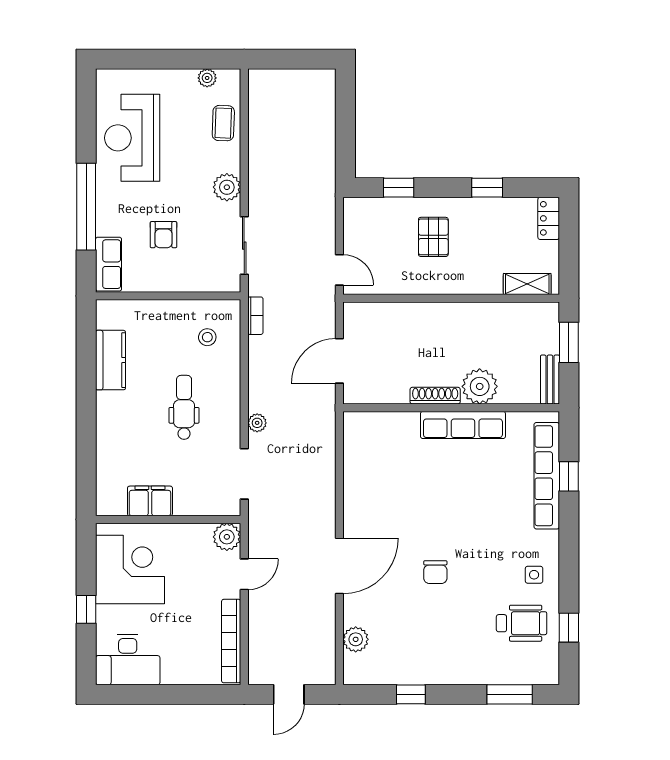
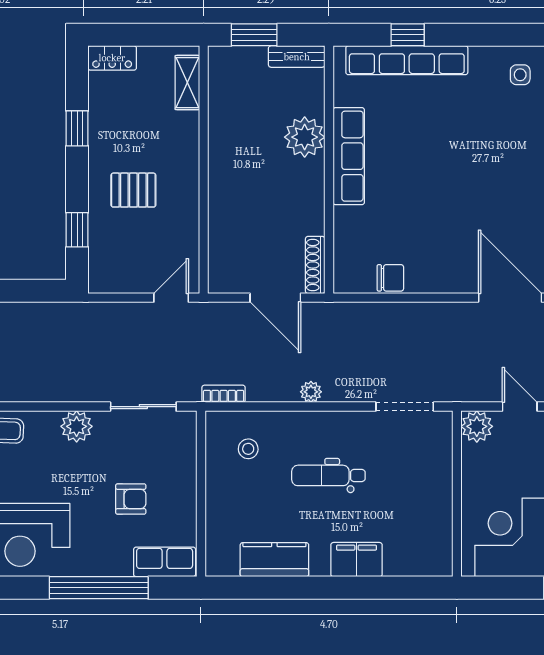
shoe rack: (435, 396) -> (315, 265), moved
plant: (257, 423) -> (311, 392), moved
filing cabinet: (150, 501) -> (356, 560), moved, turned 90
chair: (435, 572) -> (390, 278), moved

